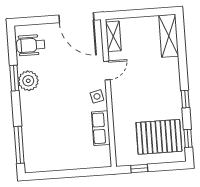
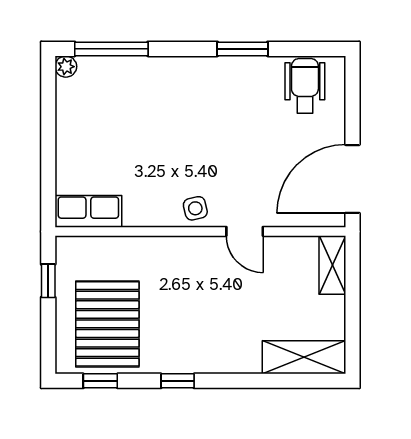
shelving: (113, 36) -> (332, 265), moved, turned 90
plant: (28, 81) -> (66, 67), moved, width x0.53, depth x0.53
row of seats: (101, 128) -> (88, 211), moved

